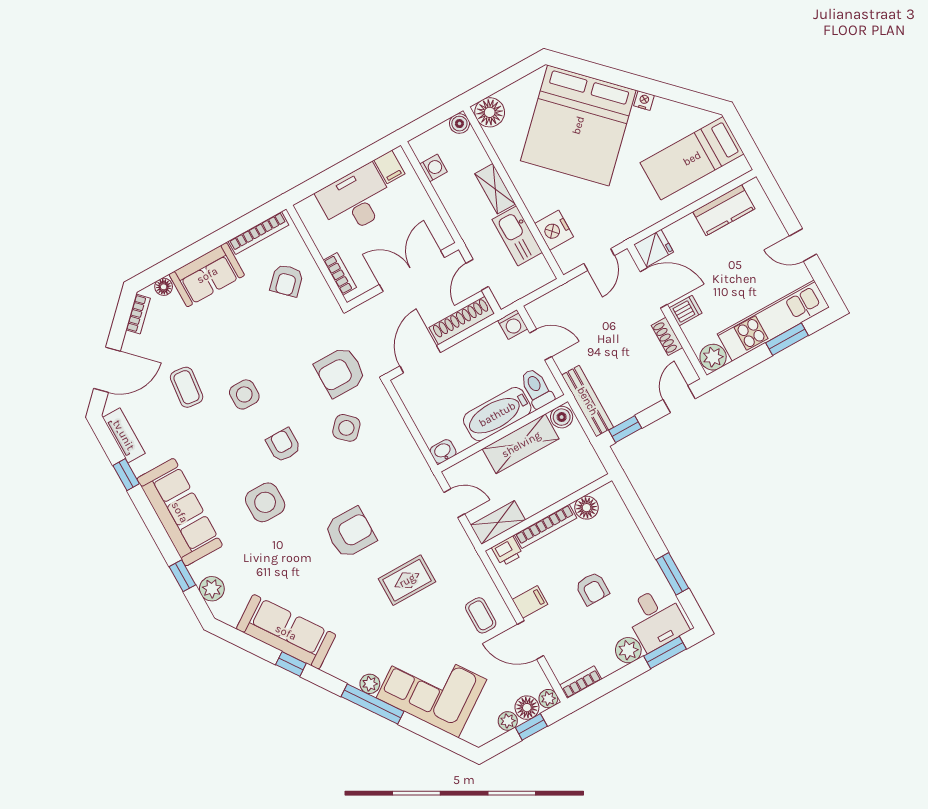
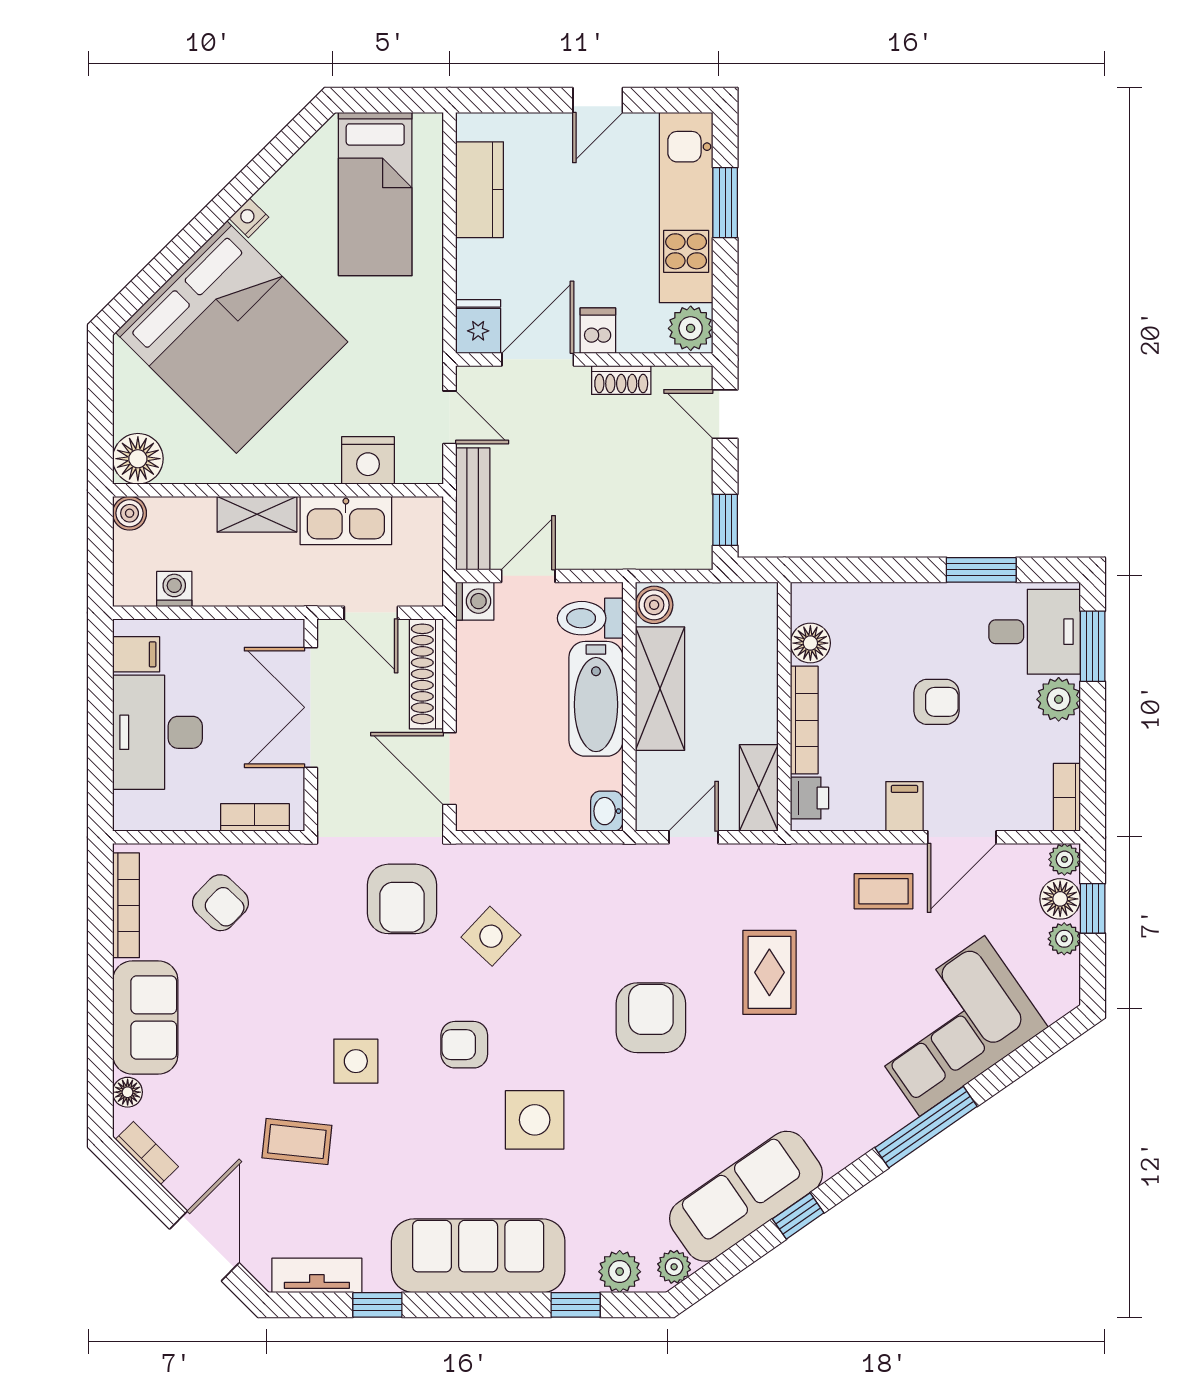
bench: (588, 401) -> (473, 509), moved, turned 90
plant: (370, 684) -> (674, 1267), moved

